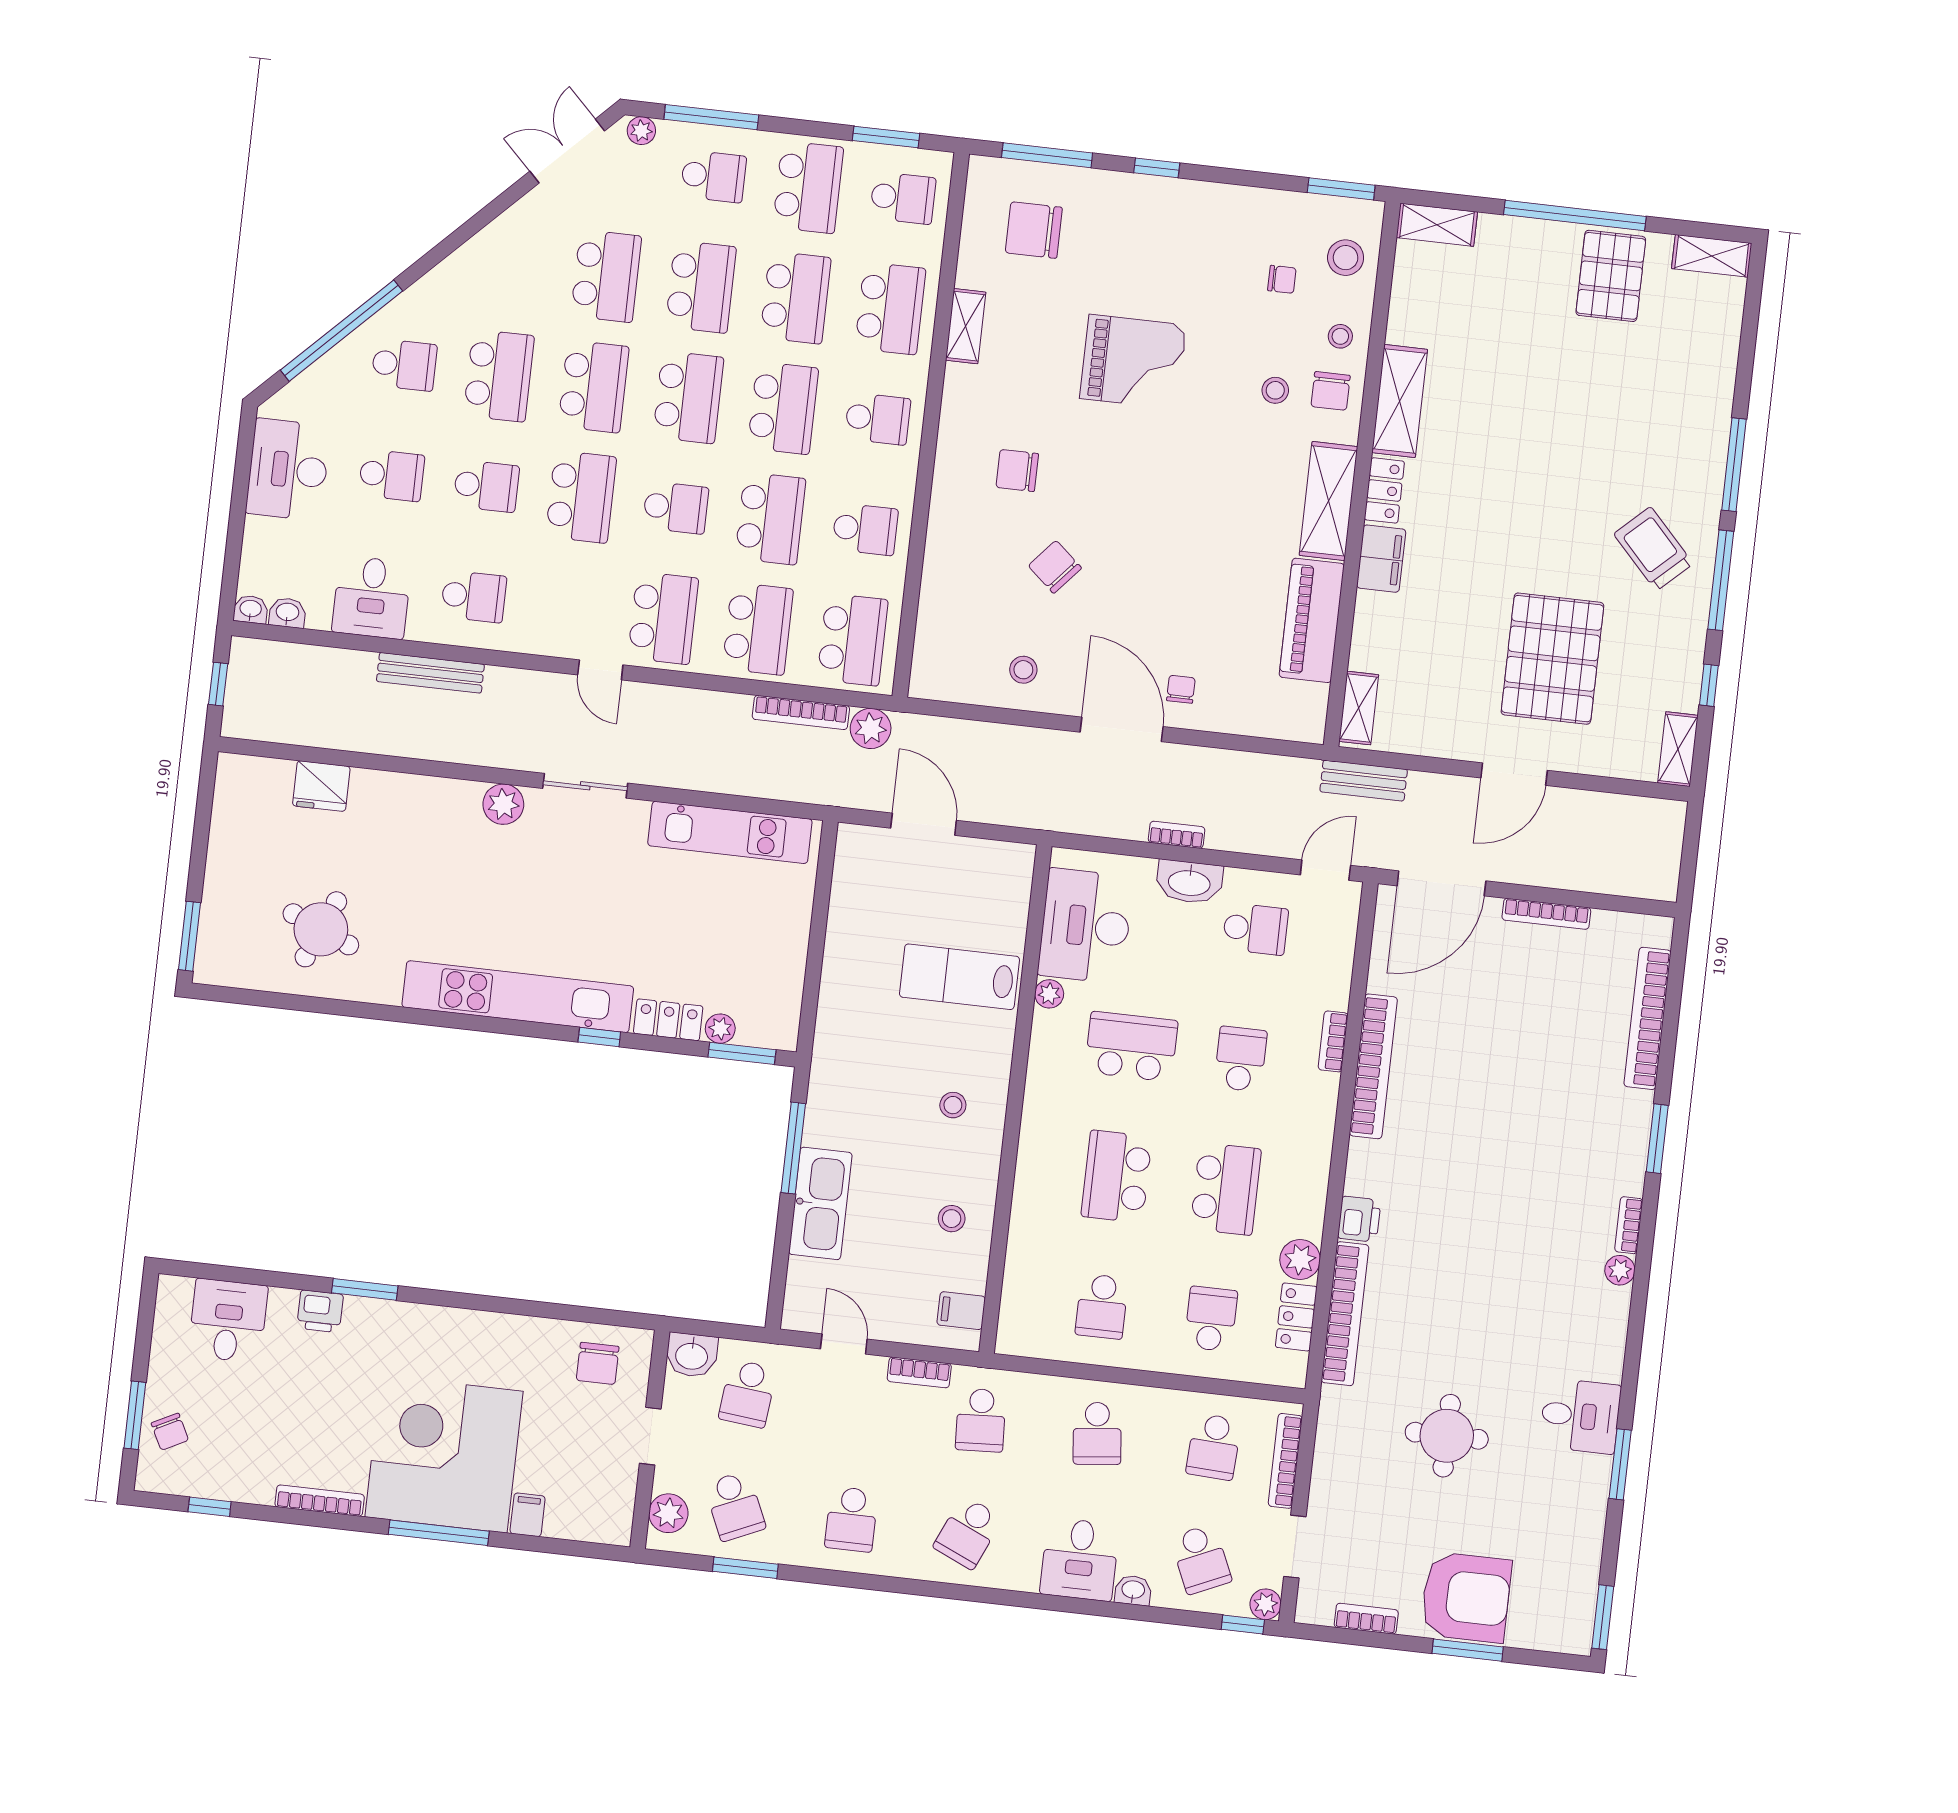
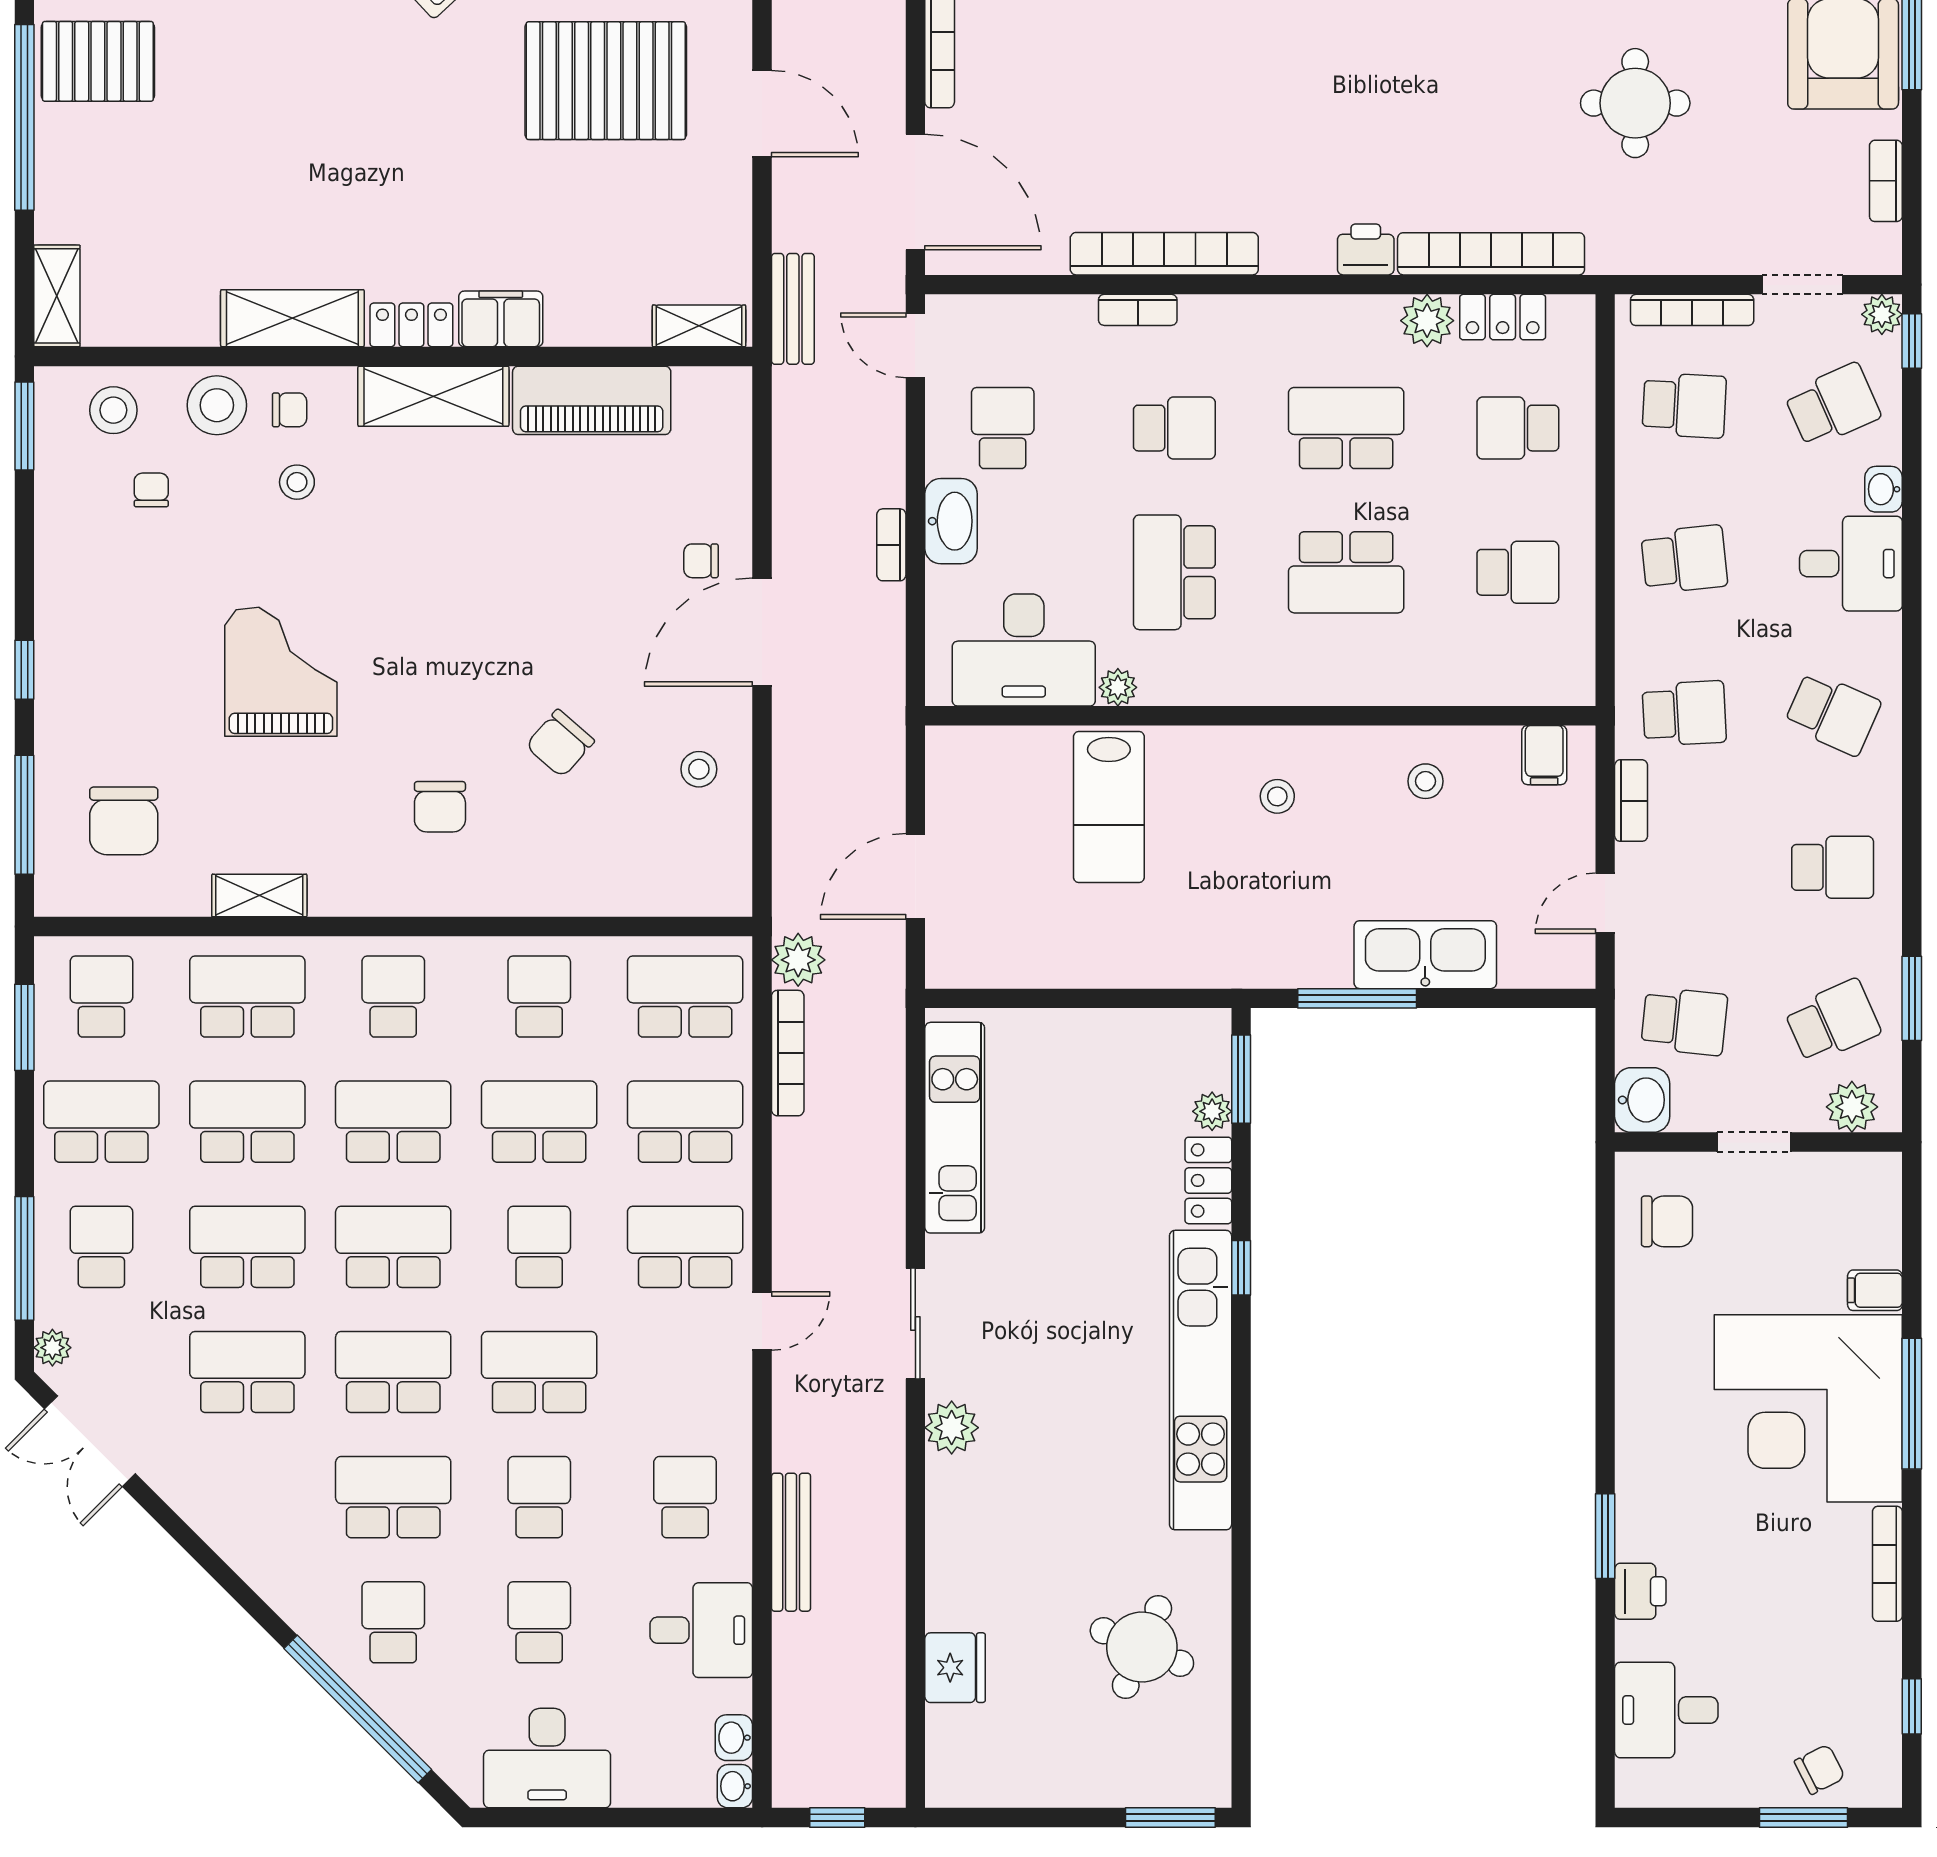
stool: (1340, 336) -> (217, 405), width x1.89, depth x1.89
chair: (1331, 391) -> (290, 410), width x0.73, depth x0.73
school desk: (1241, 1059) -> (1174, 428), turned 180

